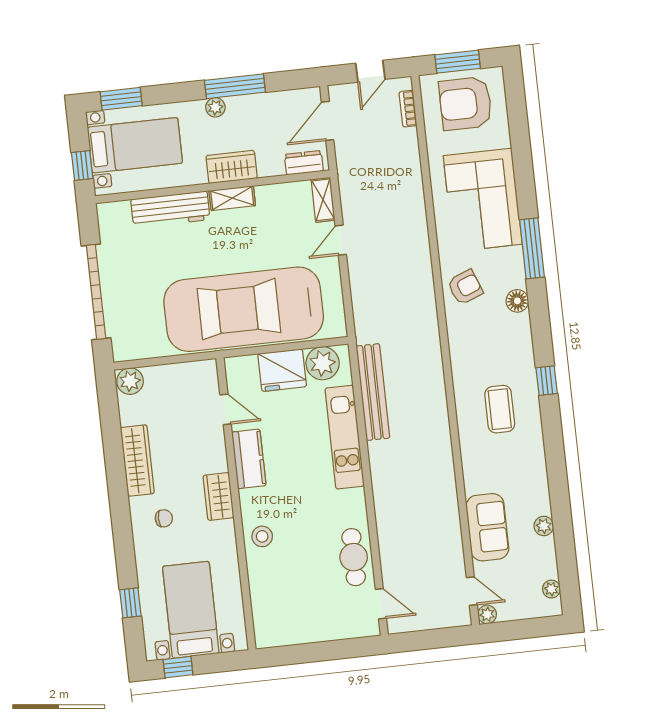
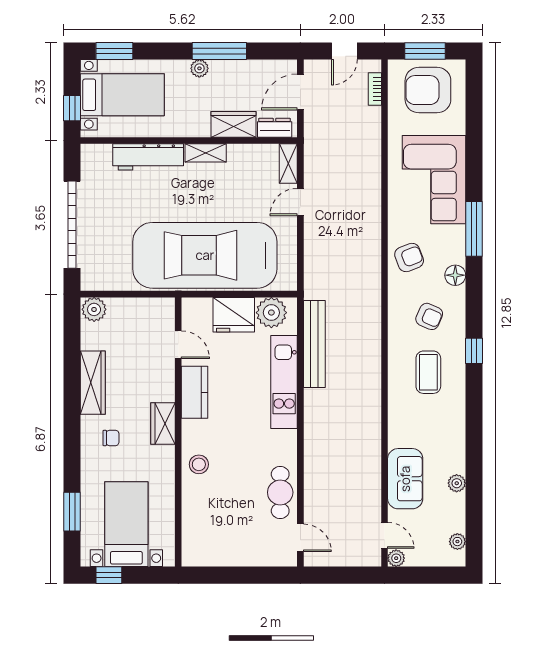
wardrobe: (232, 167) -> (233, 124), moved
armchair: (494, 349) -> (429, 316), added
window: (130, 603) -> (72, 512), width x1.50

